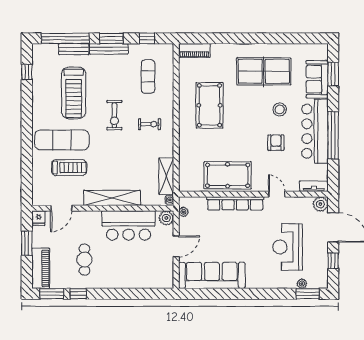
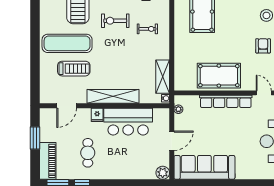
exercise bike: (114, 115) -> (115, 21), turned 90
fridge: (39, 218) -> (97, 115), moved
plant: (166, 218) -> (163, 173), moved

